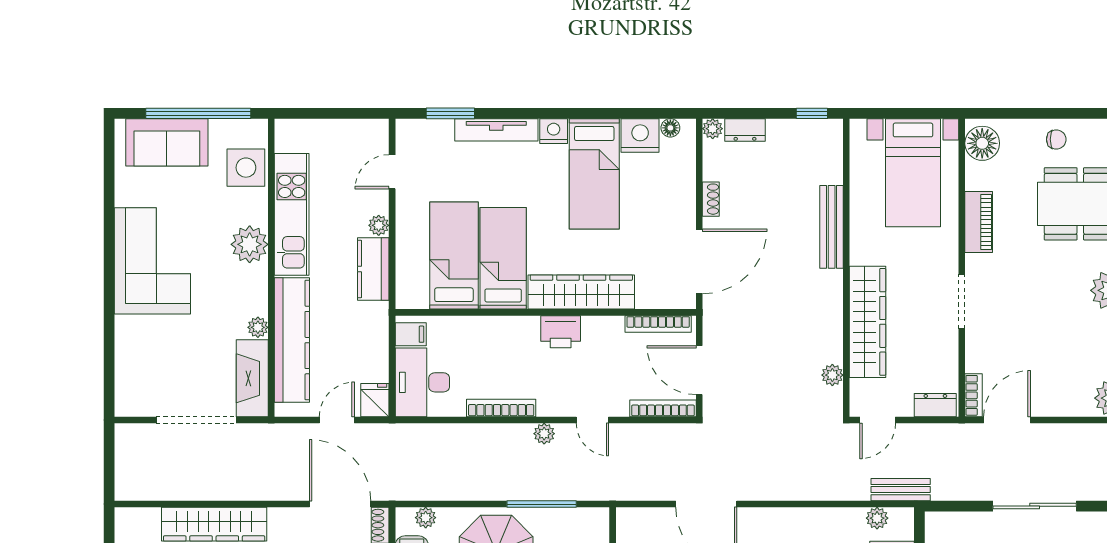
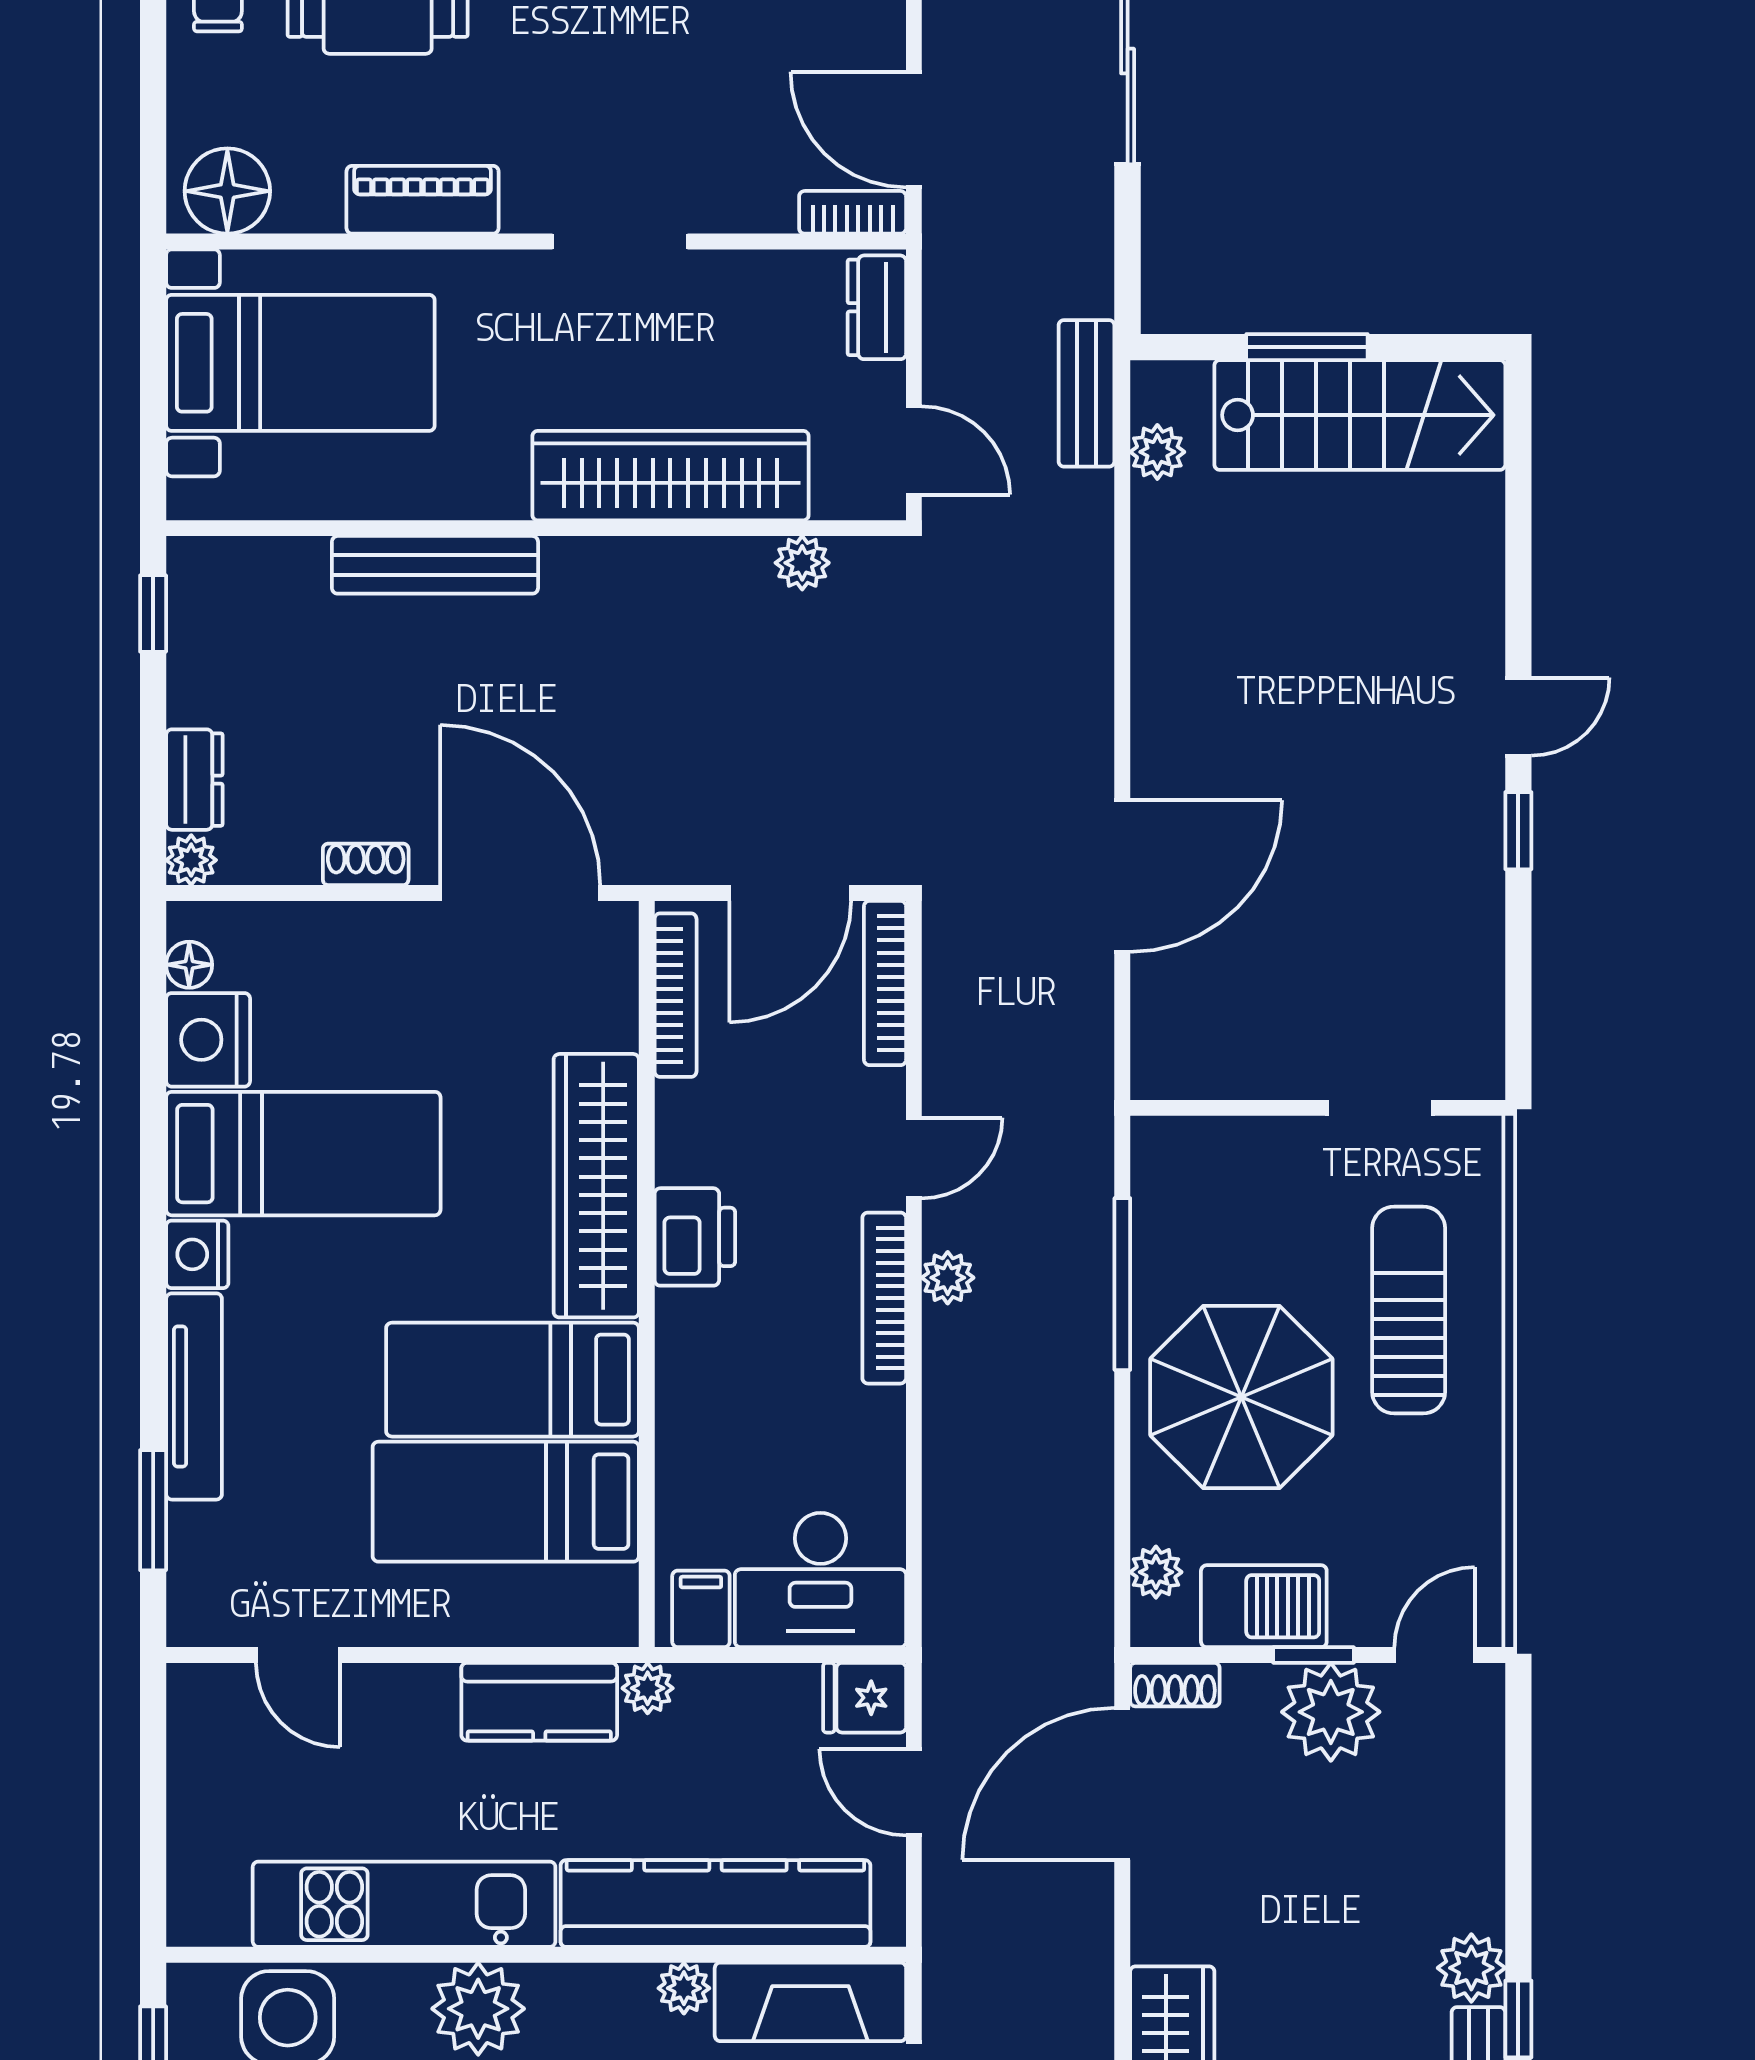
plant: (379, 225) -> (648, 1688), moved
bookcase: (501, 408) -> (884, 1298), moved

